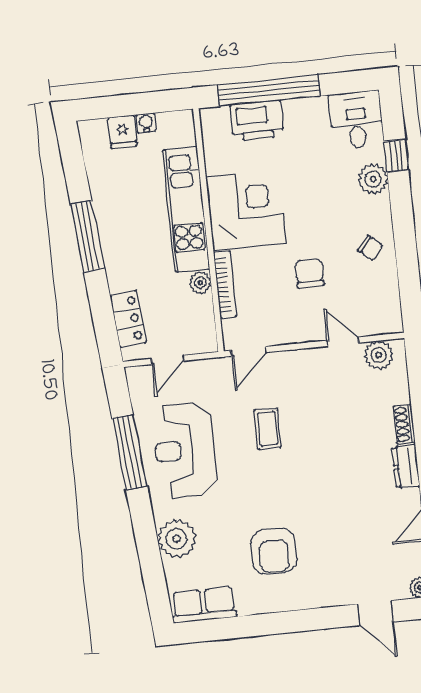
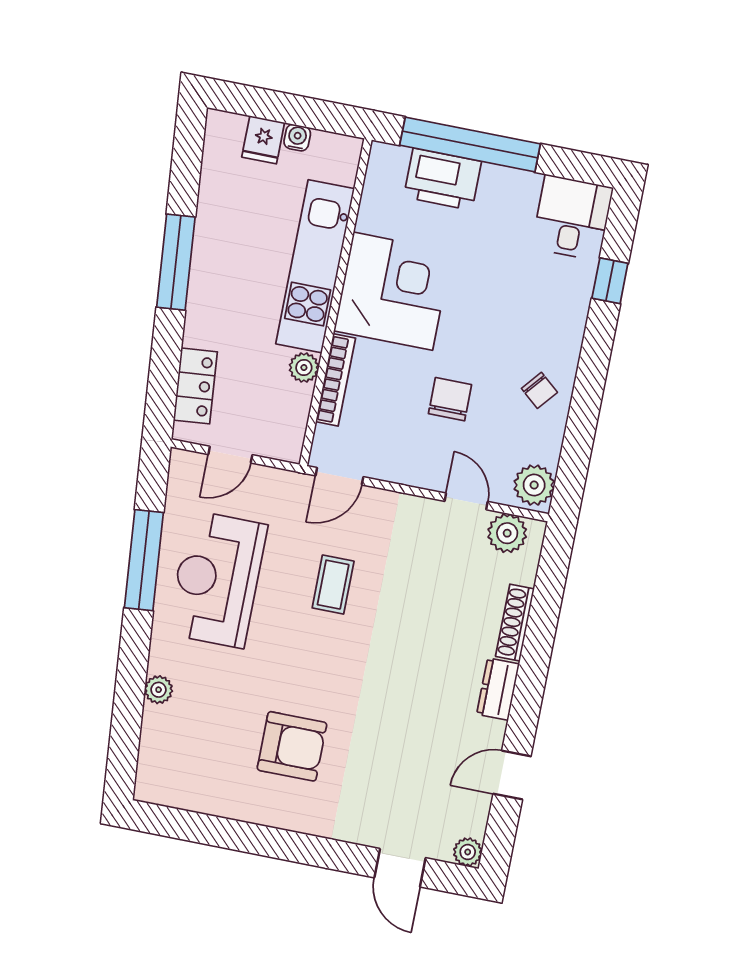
plant: (373, 179) -> (534, 485), moved
shoe rack: (404, 424) -> (515, 623), width x1.43
plant: (177, 538) -> (159, 690), width x0.53, depth x0.53
armchair: (274, 551) -> (292, 746), turned -90
row of seats: (204, 605) -> (180, 788), removed

